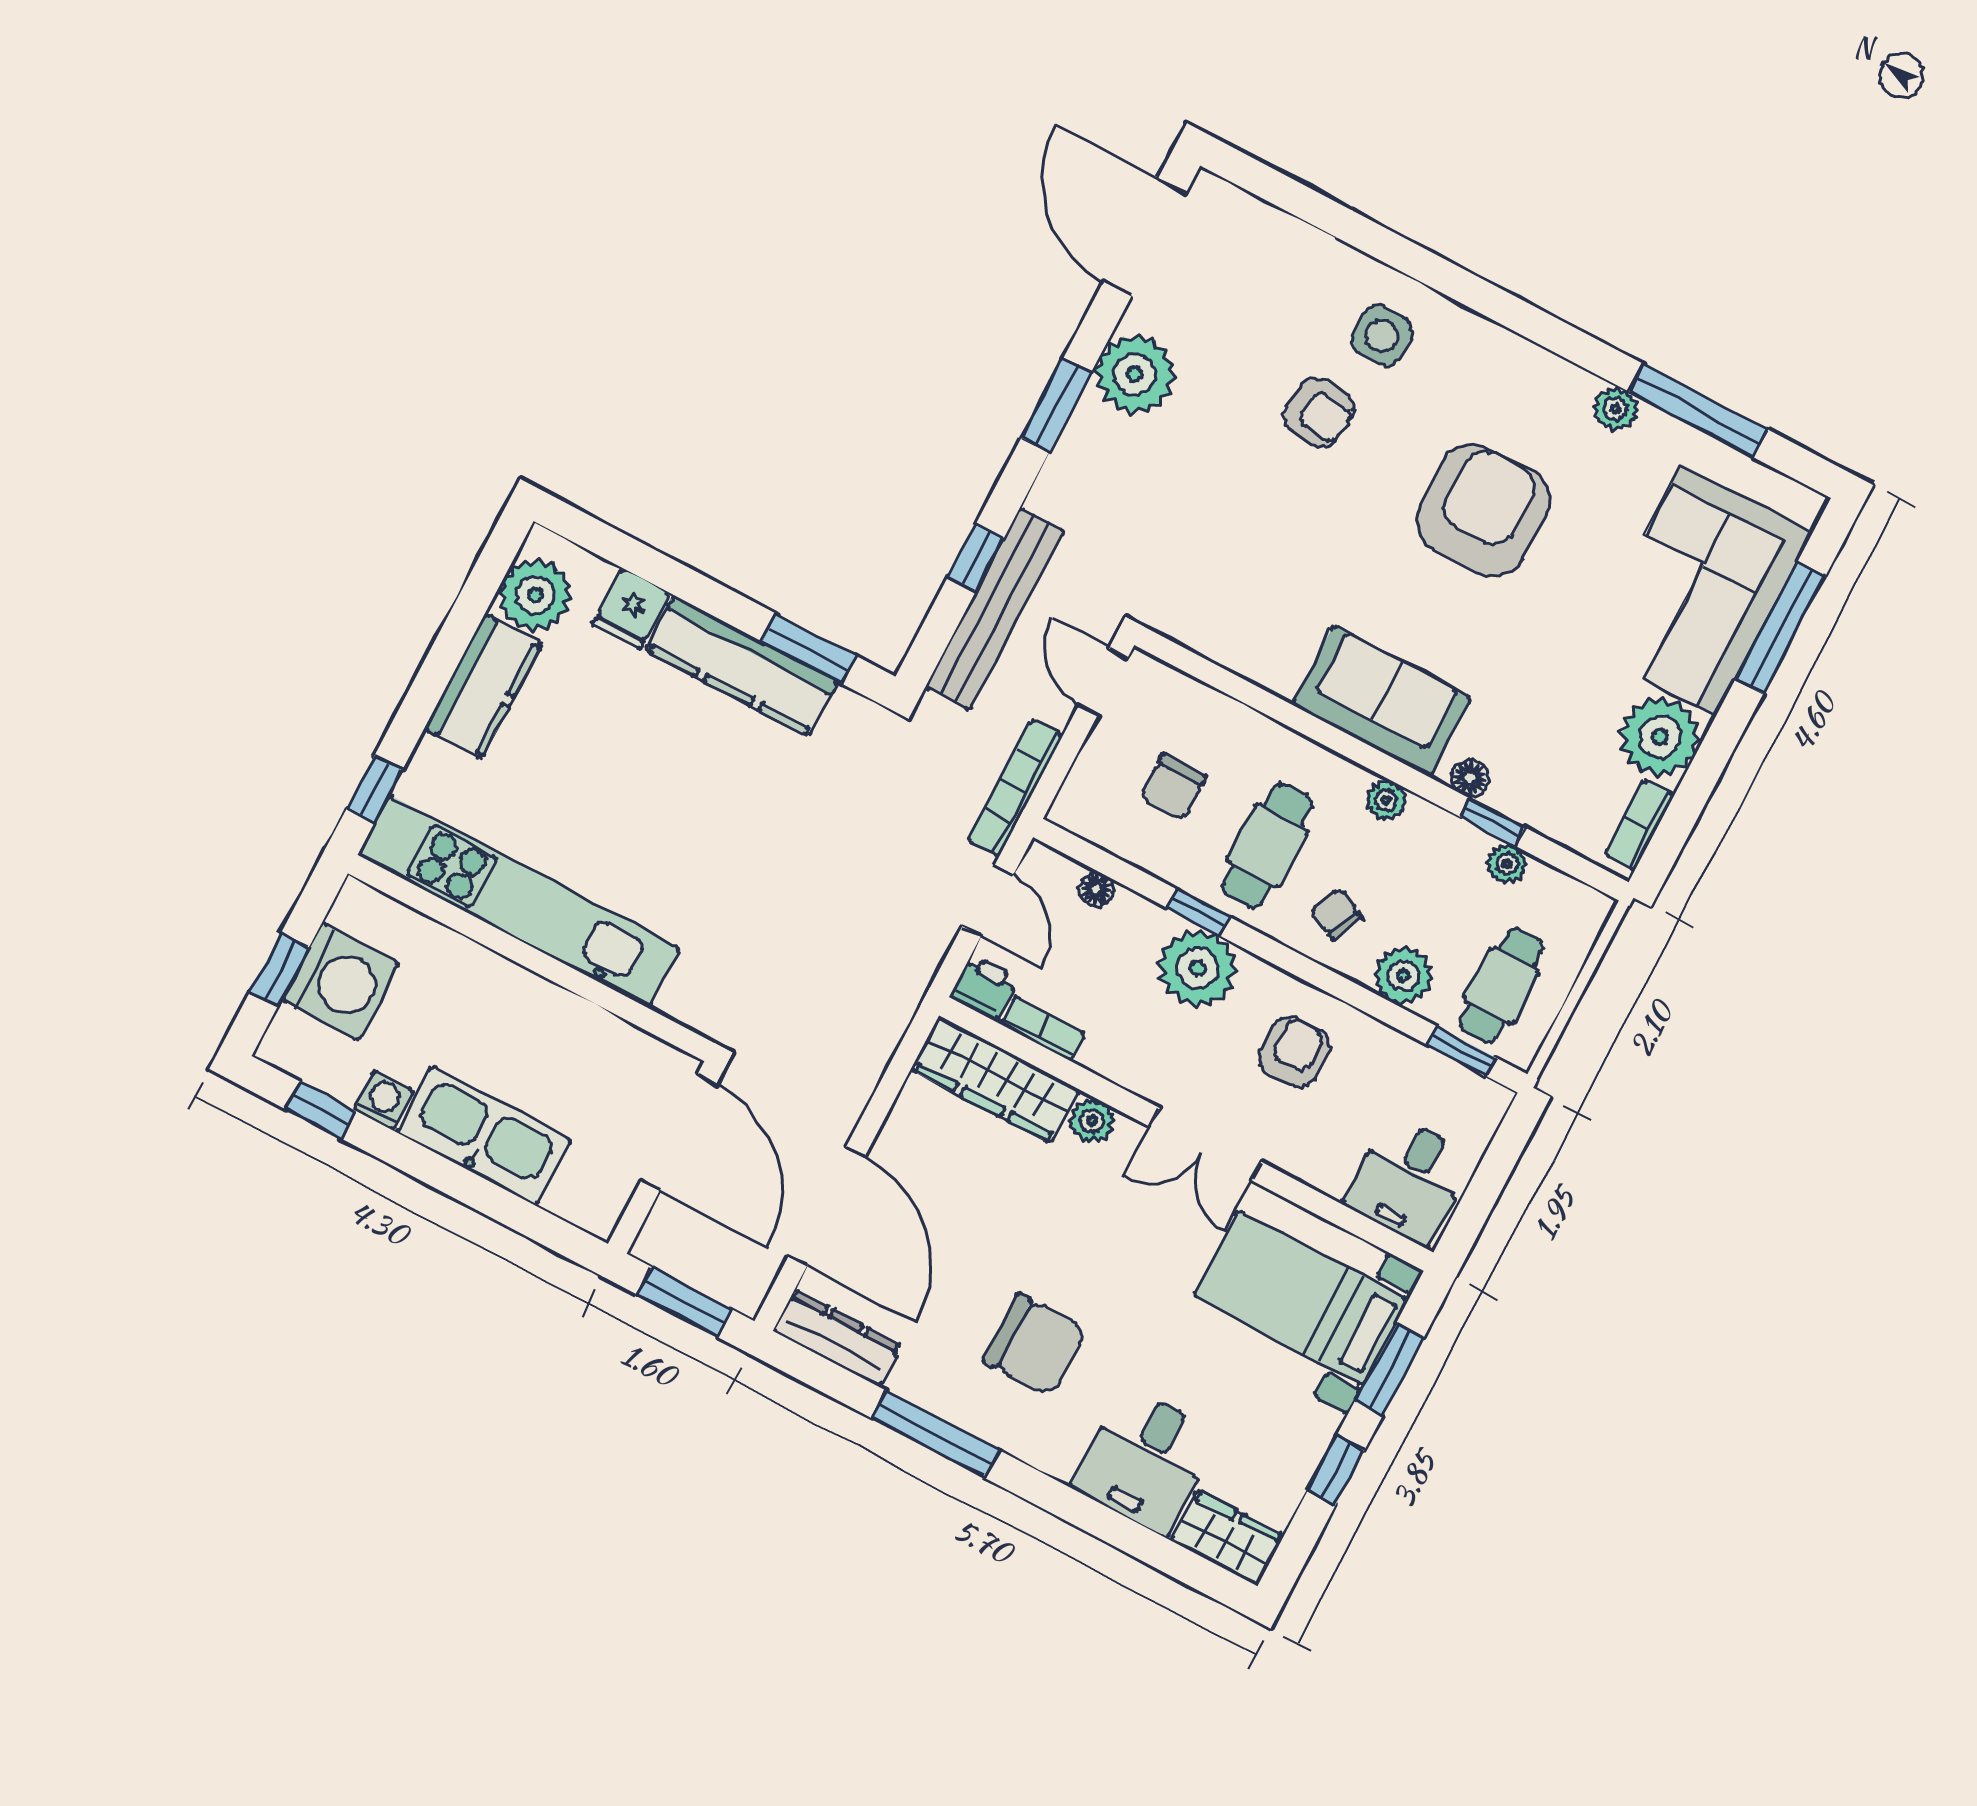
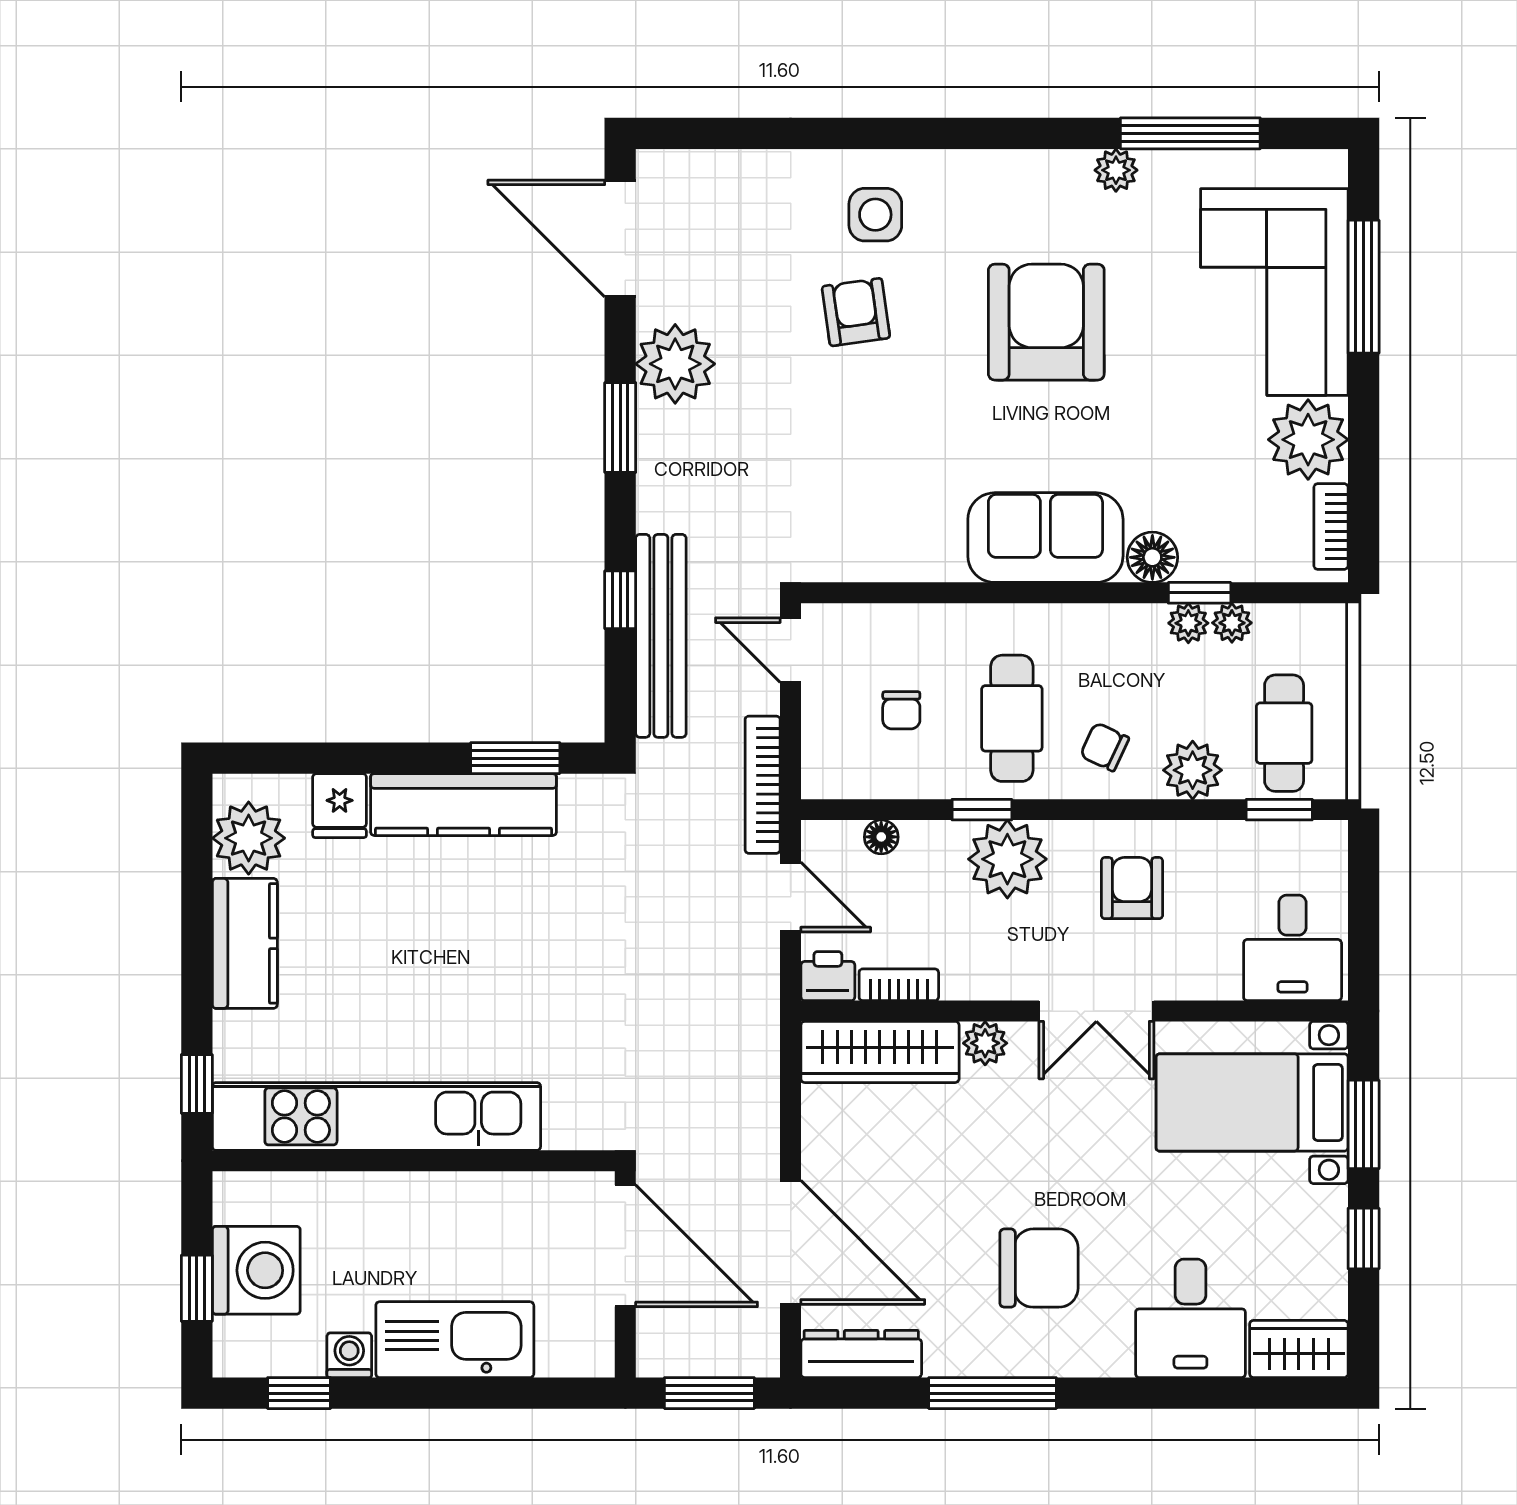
armchair: (1319, 413) -> (856, 312), turned -105
floor lamp: (1470, 778) -> (1152, 557), width x1.37, depth x1.37
chair: (1173, 787) -> (901, 710), width x0.73, depth x0.73
plant: (1386, 800) -> (1188, 623), moved

